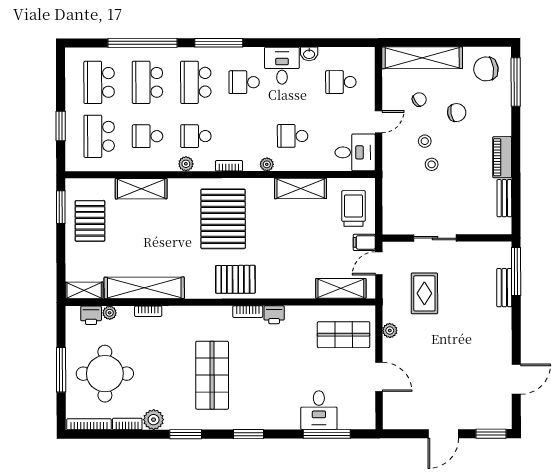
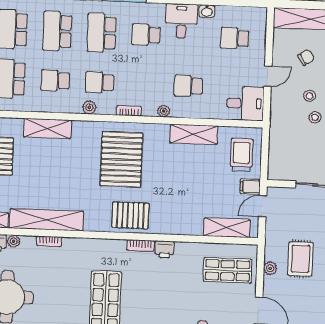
rug: (424, 293) -> (300, 259), moved

